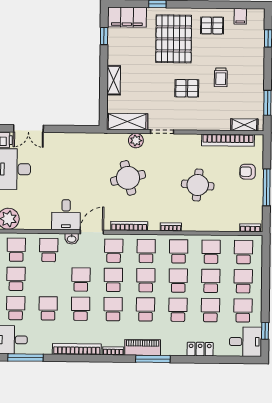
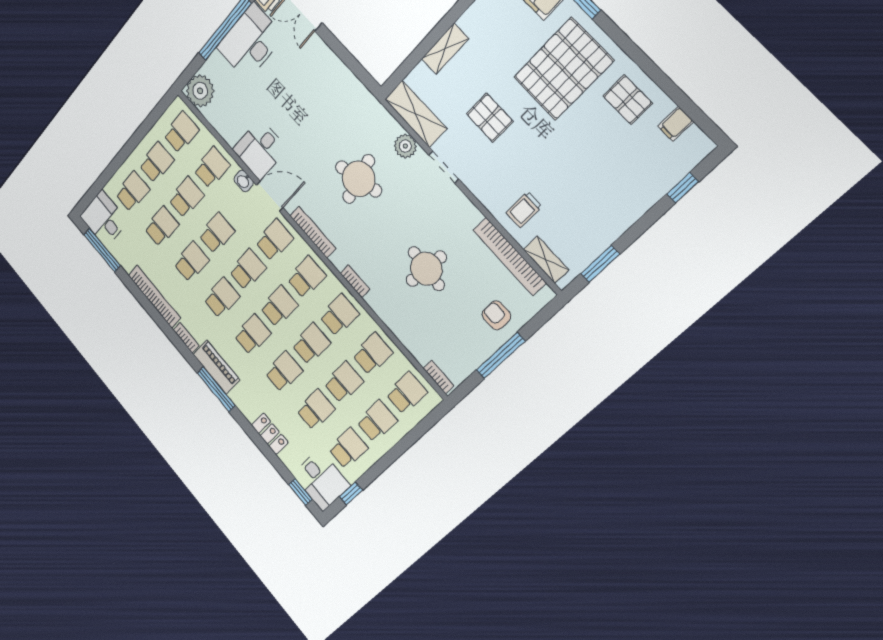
trolley: (221, 77) -> (524, 210), moved
pallet: (187, 88) -> (490, 118), moved
school desk: (48, 279) -> (186, 197), added
window: (242, 360) -> (300, 492), added

